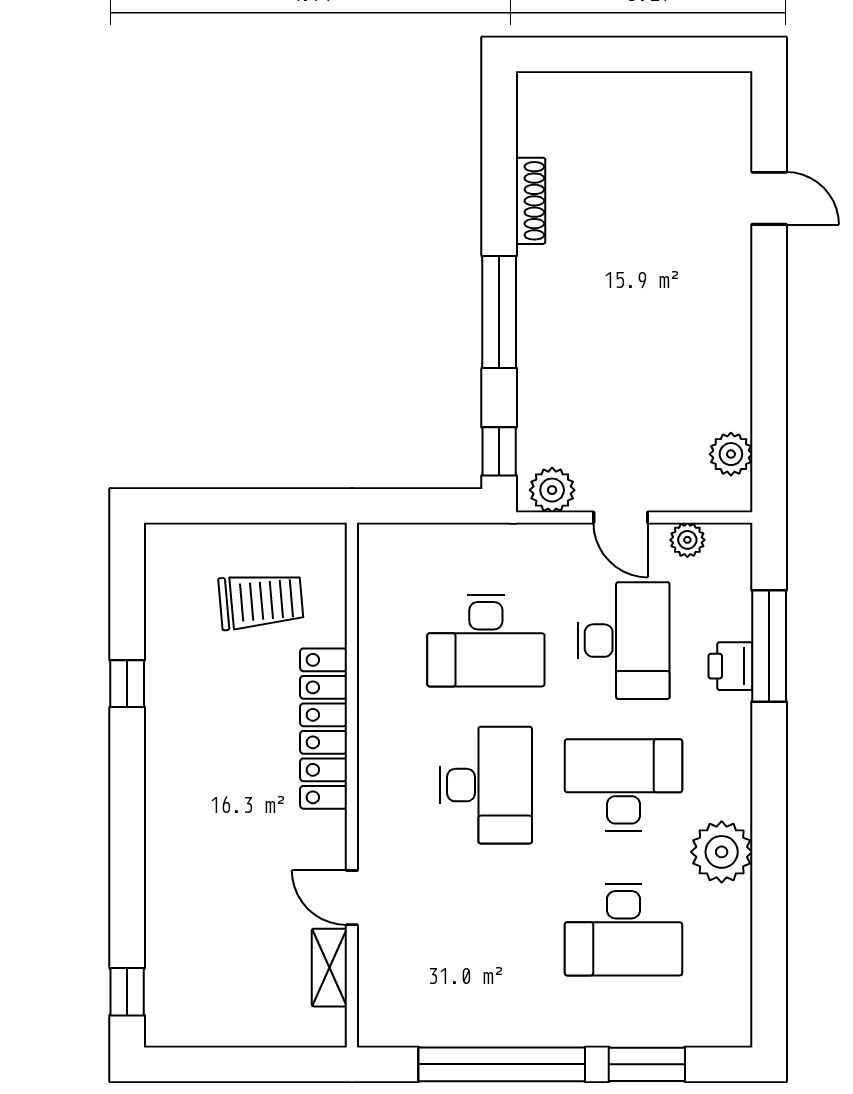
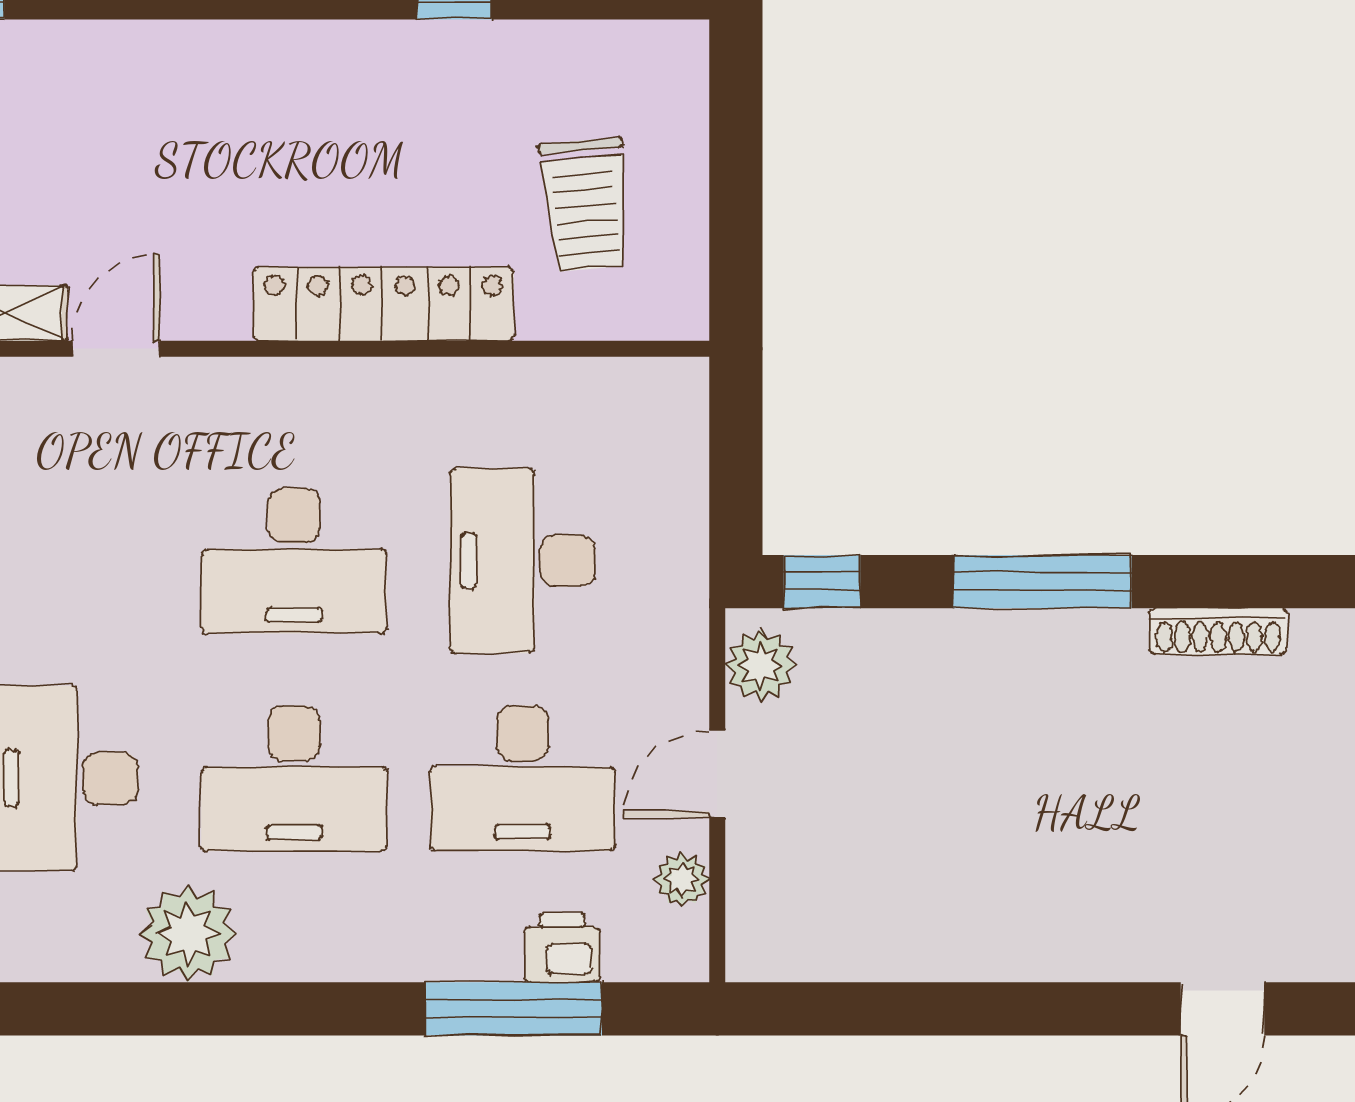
plant: (731, 454) -> (818, 948), removed
printer: (731, 666) -> (562, 948), moved
desk: (623, 785) -> (294, 778), turned 90

